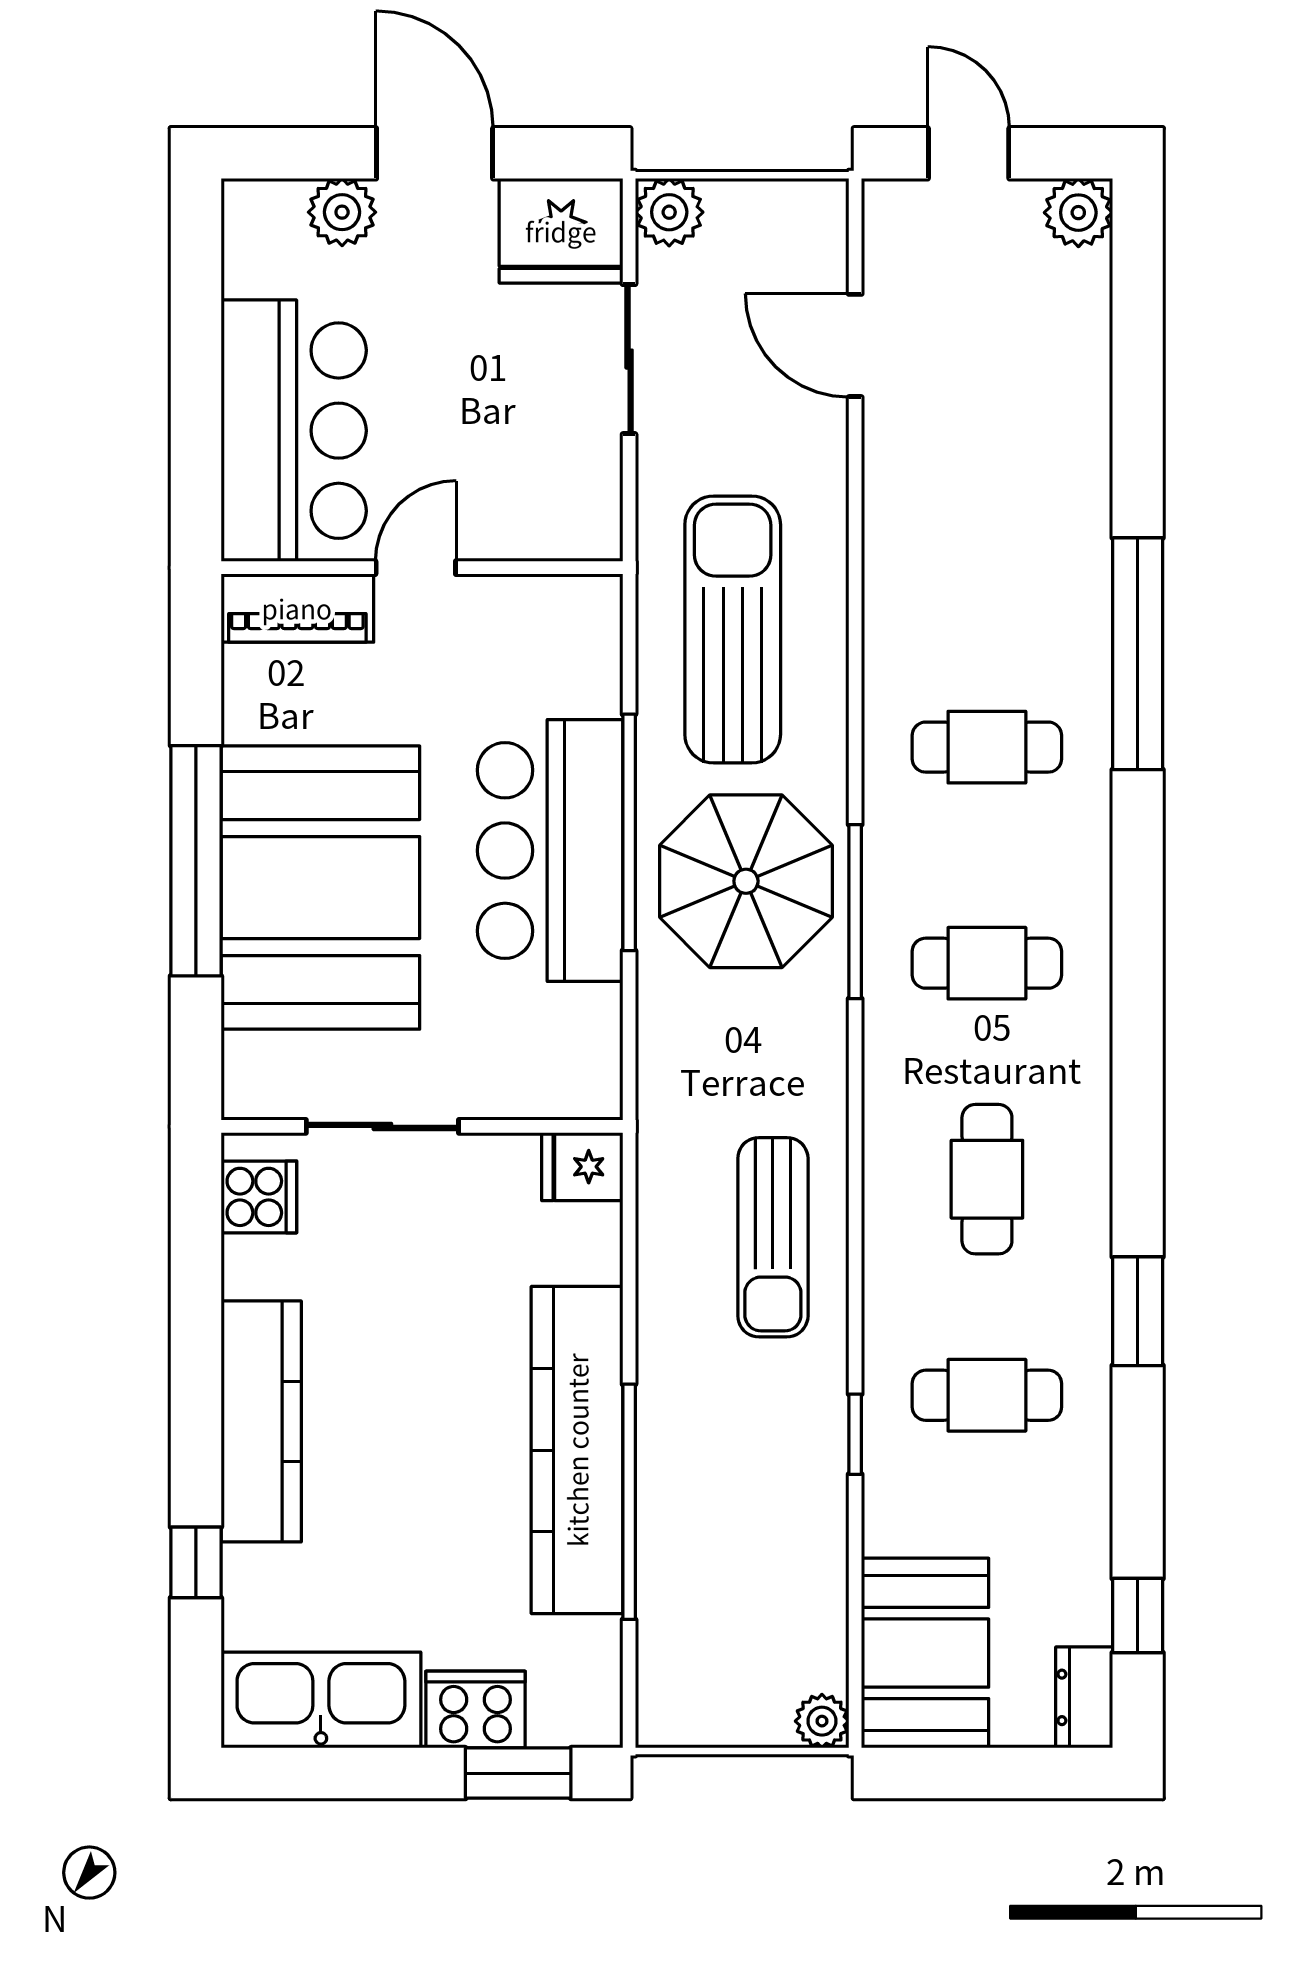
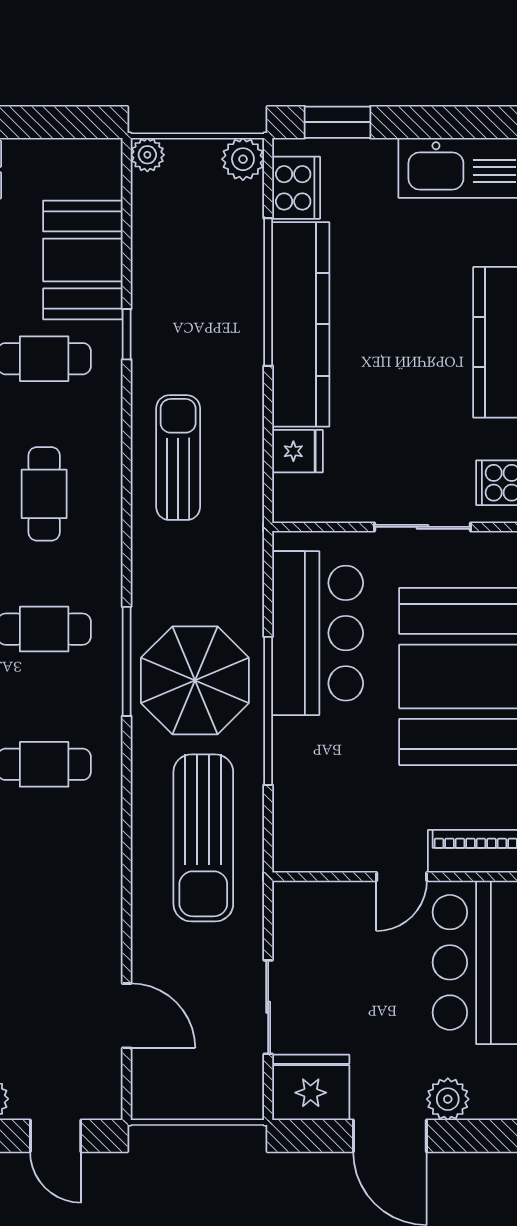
plant: (669, 212) -> (243, 159), moved
bar counter: (550, 851) -> (318, 633), moved
fridge: (582, 1167) -> (297, 451), moved
booth: (925, 1653) -> (83, 260), moved
cooker: (476, 1710) -> (296, 188), moved, turned -90

